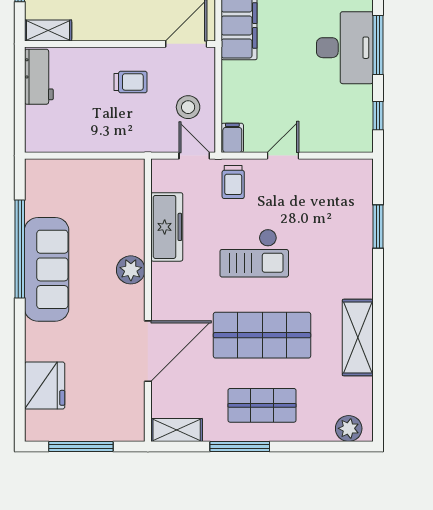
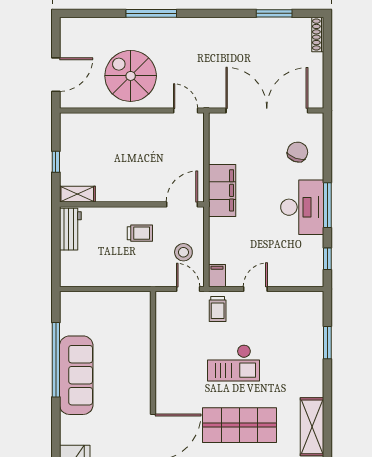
freezer: (167, 227) -> (167, 343), removed
plant: (131, 270) -> (140, 376), removed

